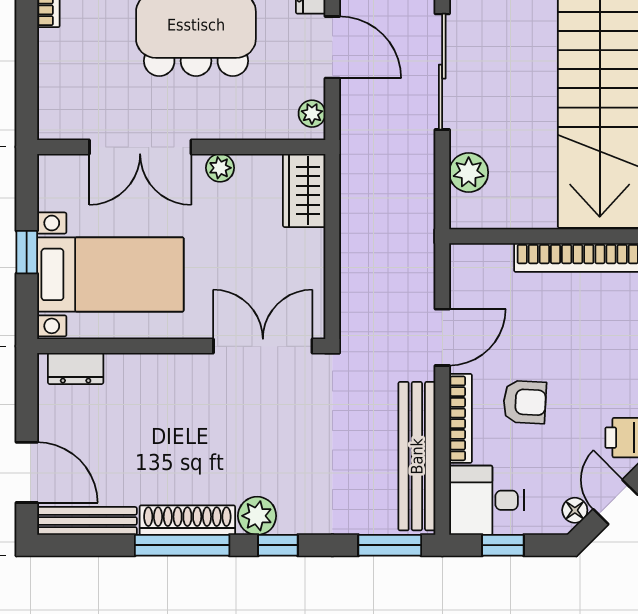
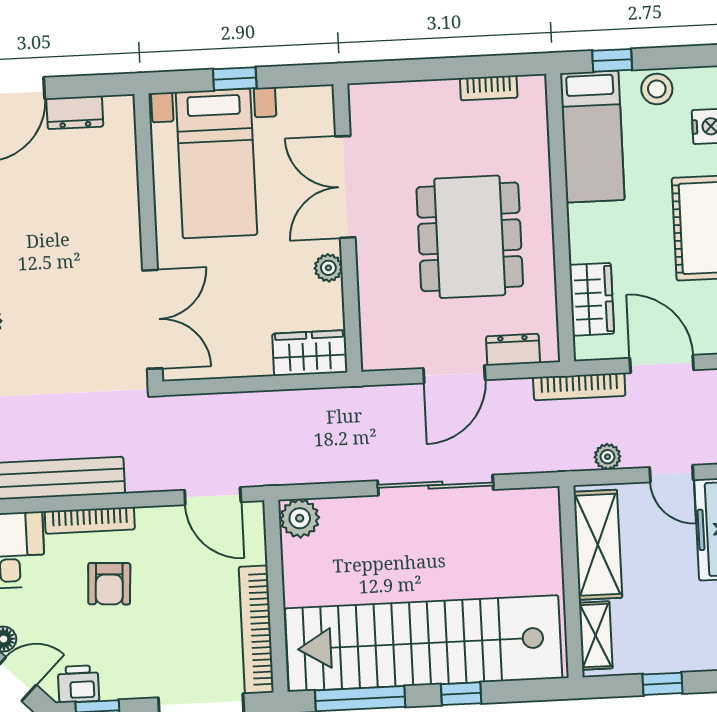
plant: (312, 114) -> (387, 357), removed
plant: (469, 173) -> (300, 518), moved
door: (442, 337) -> (213, 496), moved
dresser: (76, 368) -> (75, 112), moved, turned -90

